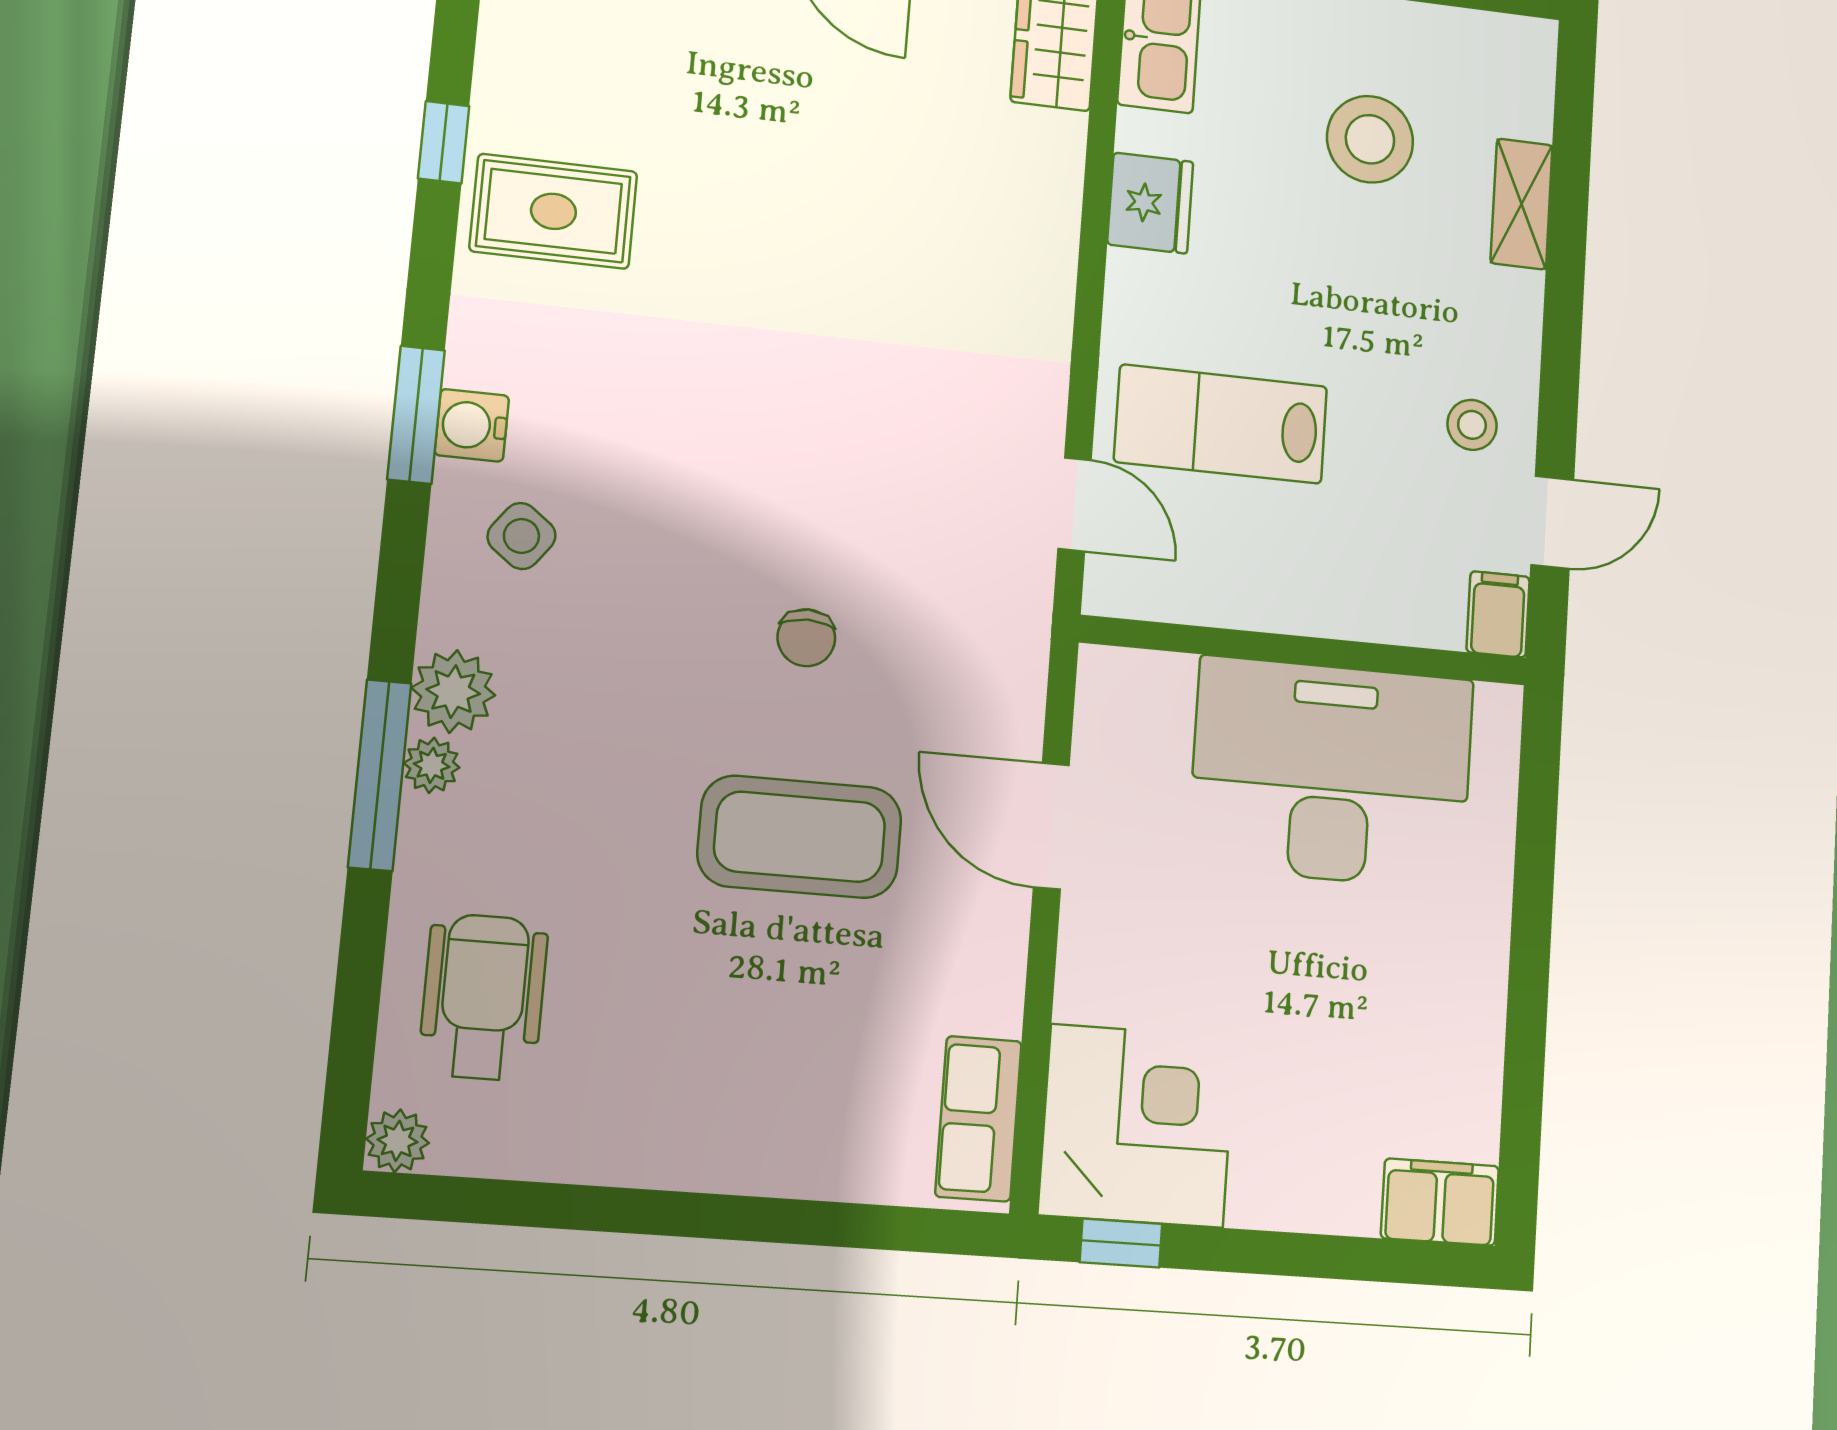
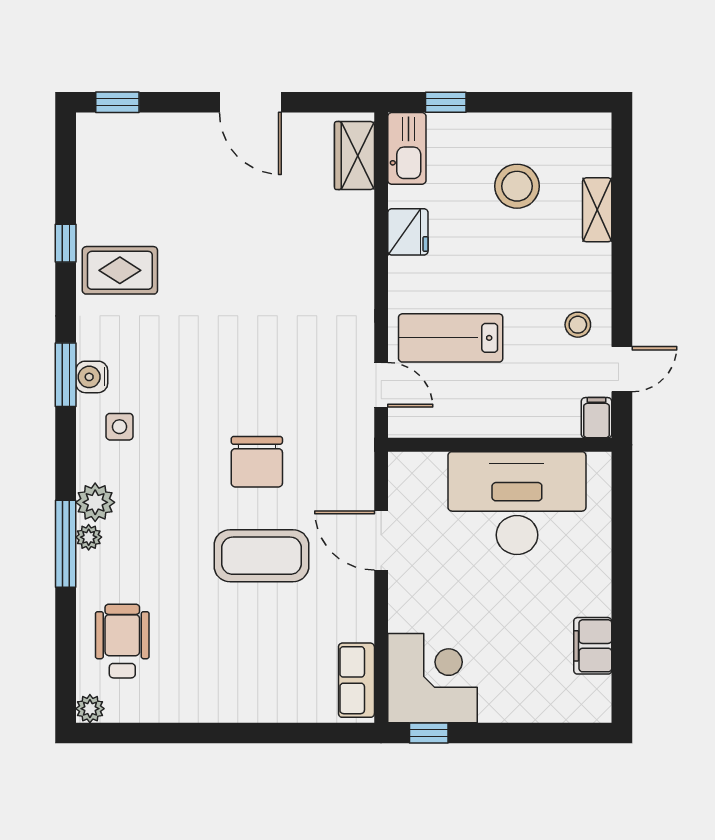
side table: (521, 536) -> (120, 427), turned -37
chair: (806, 638) -> (257, 462), width x1.87, depth x1.87
filing cabinet: (1440, 1202) -> (593, 646), moved, turned -90

